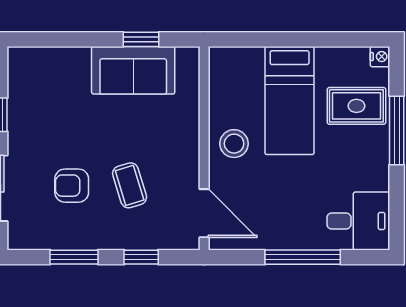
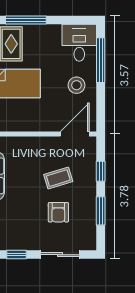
stool: (234, 144) -> (76, 85), moved
window: (303, 257) -> (101, 60), moved

